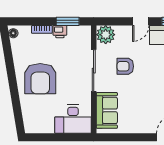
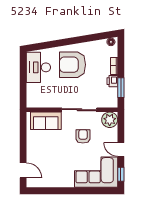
desk: (73, 119) -> (38, 67), moved

